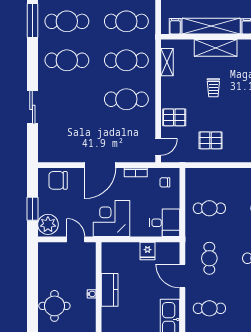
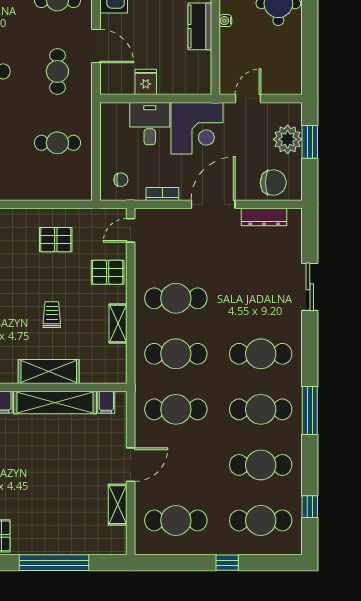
shelving: (167, 62) -> (118, 324), moved
dresser: (64, 156) -> (264, 217), added
desk: (165, 223) -> (150, 124), moved, turned 90
plant: (48, 224) -> (288, 139), moved
door: (76, 239) -> (248, 98), swing flipped

